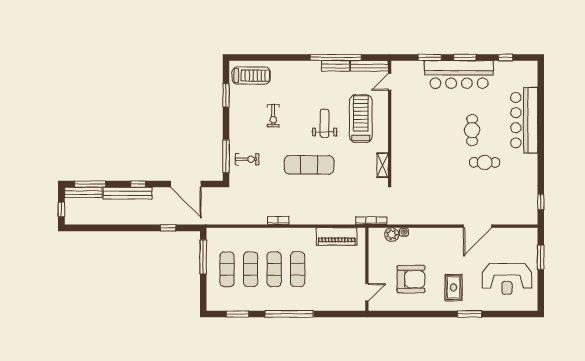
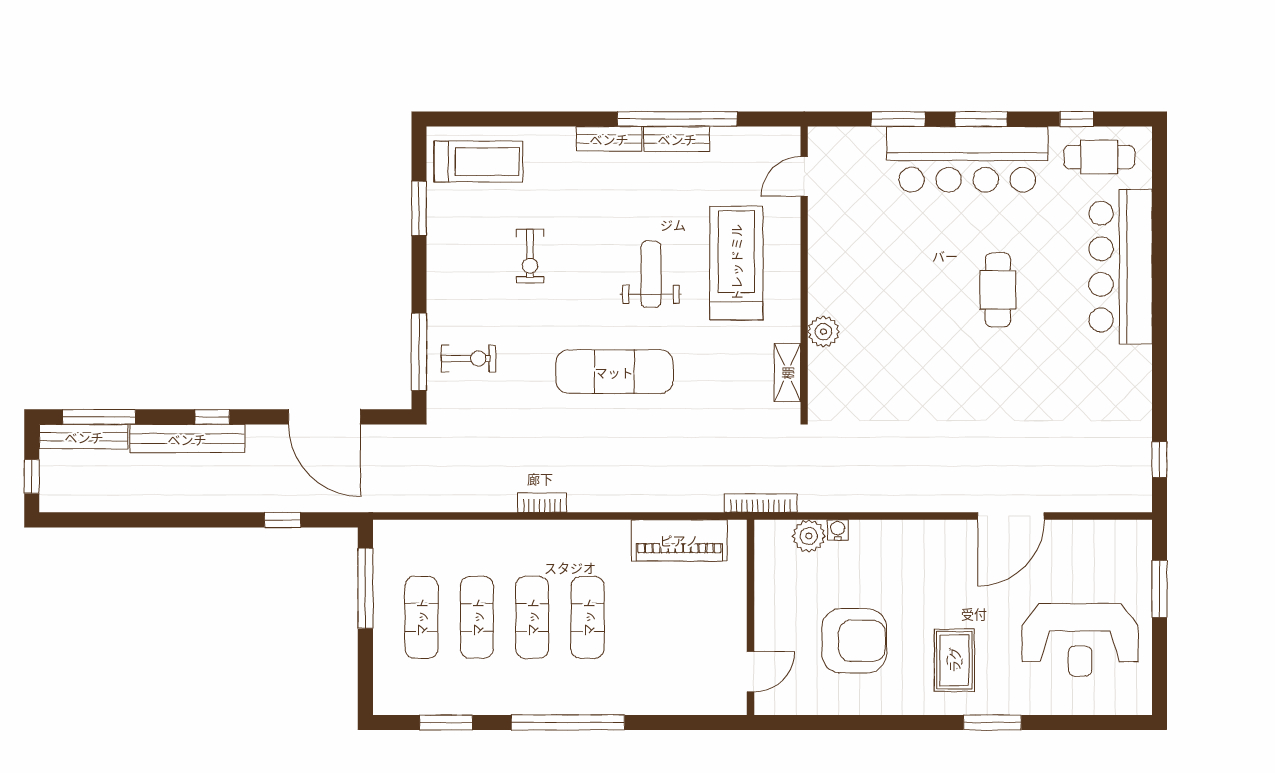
bench: (369, 66) -> (609, 139), moved, width x0.73
plant: (398, 148) -> (823, 332), added
cafe table: (485, 162) -> (1099, 157), moved

